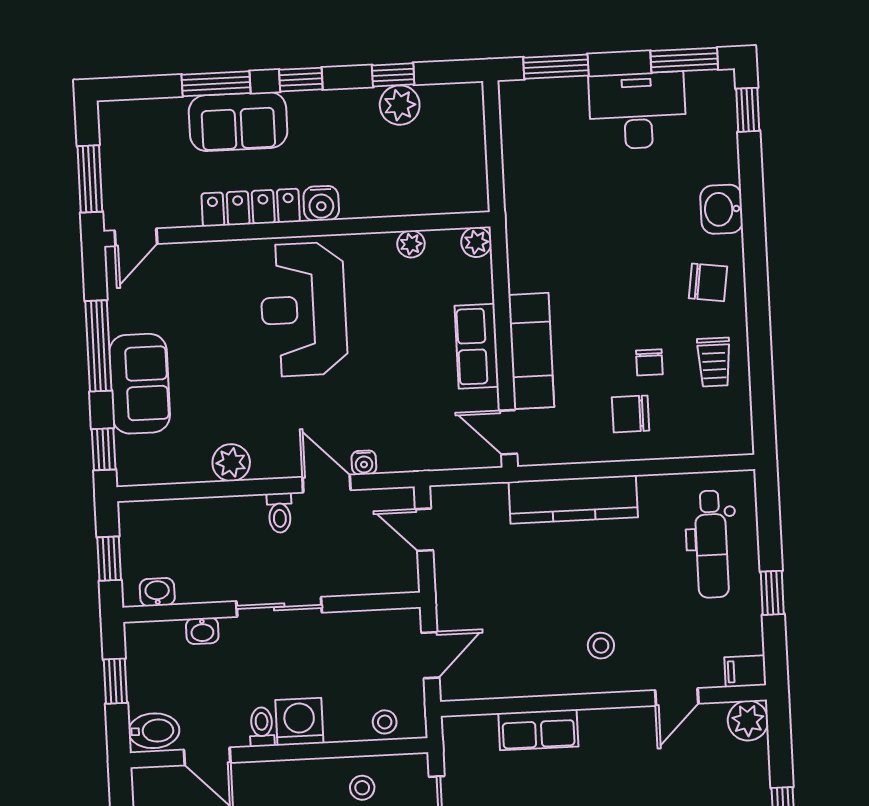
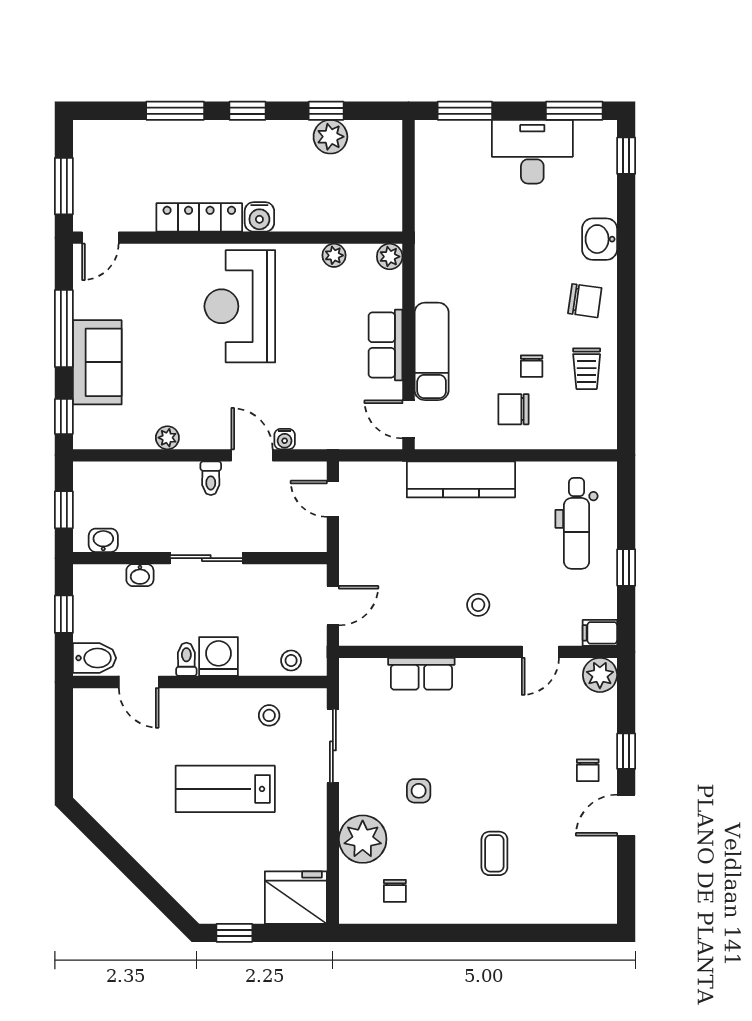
sofa: (238, 122) -> (192, 144), removed
plant: (231, 463) -> (167, 438), width x0.73, depth x0.73

